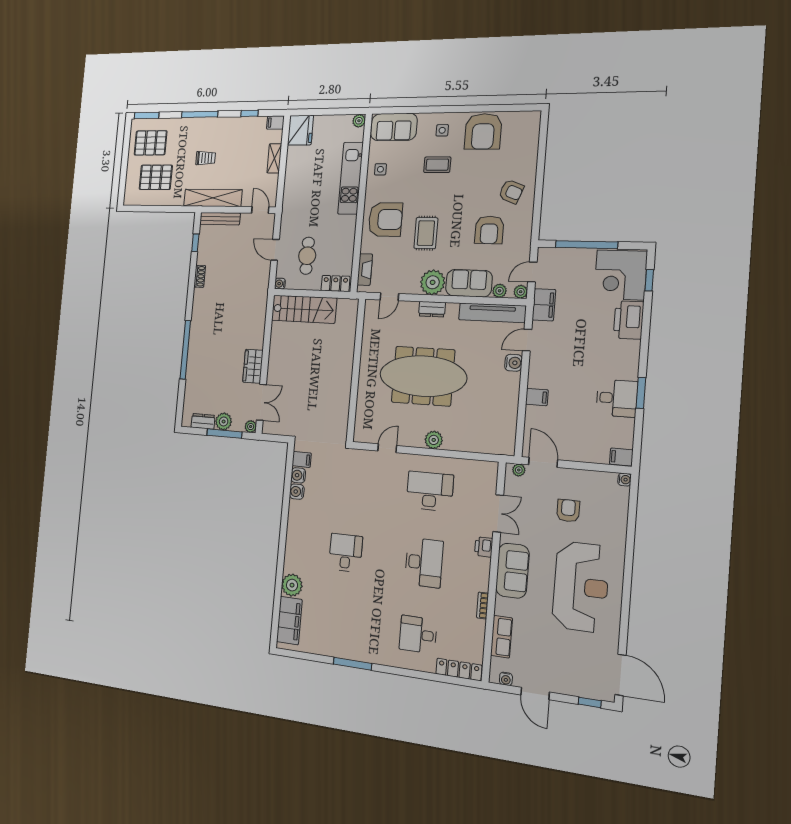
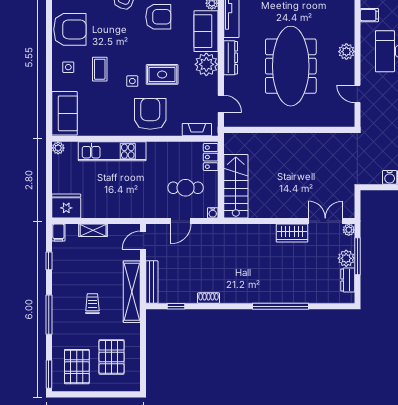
side table: (380, 169) -> (132, 81), moved
dresser: (432, 309) -> (231, 58), width x1.44
filing cabinet: (302, 459) -> (369, 15), moved, turned 90

